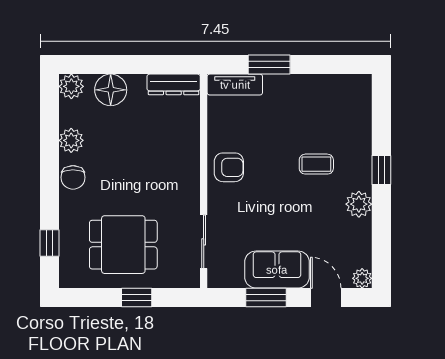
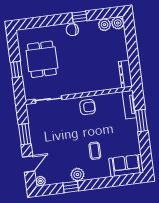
floor lamp: (111, 90) -> (119, 43), removed
plant: (71, 140) -> (104, 25), moved
armchair: (229, 167) -> (87, 107), turned -90
window: (381, 170) -> (71, 187), moved
window: (50, 243) -> (79, 17), moved
sofa: (277, 270) -> (126, 165), moved, turned -90

